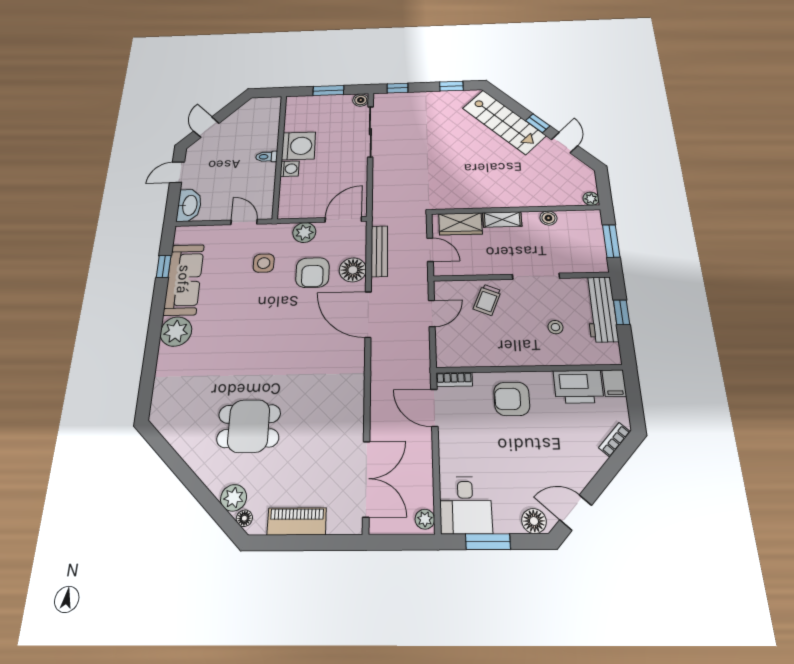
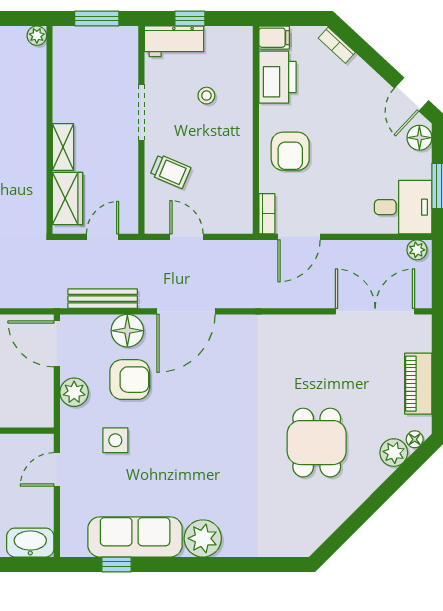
boiler: (548, 218) -> (63, 90), removed
workbench: (601, 309) -> (174, 41), width x0.73

